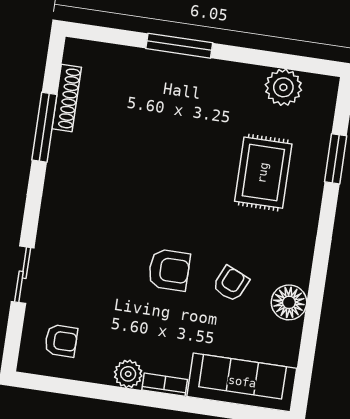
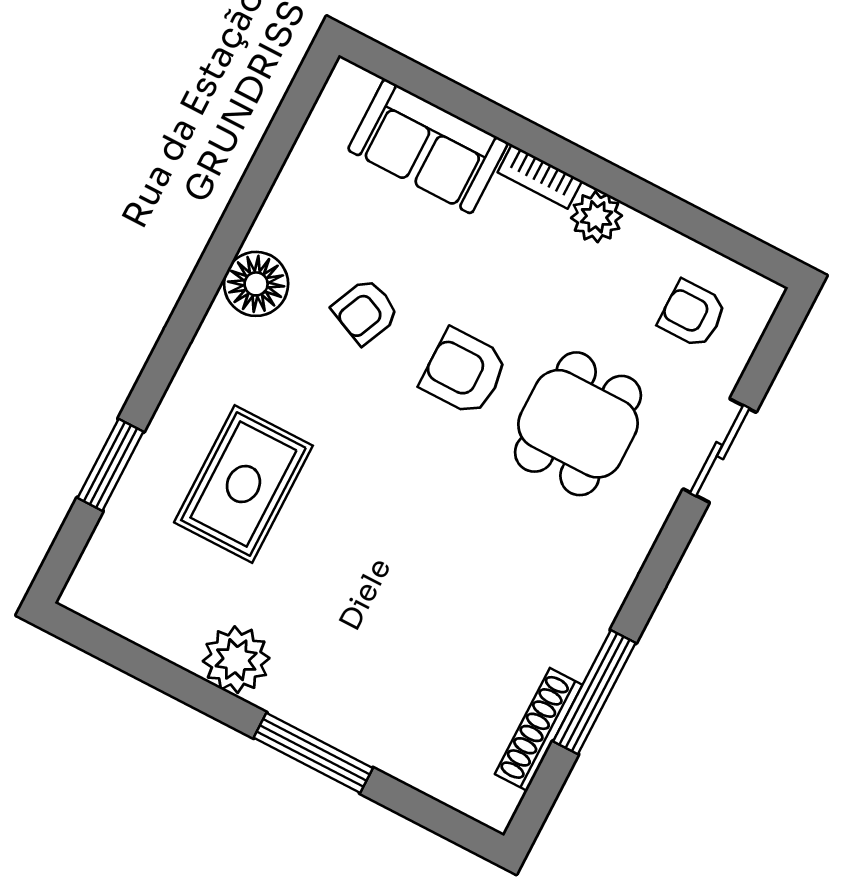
plant: (283, 87) -> (236, 660), moved
dining table: (101, 263) -> (578, 424), added
floor lamp: (289, 302) -> (256, 284), moved
sofa: (242, 382) -> (428, 146), width x0.73

